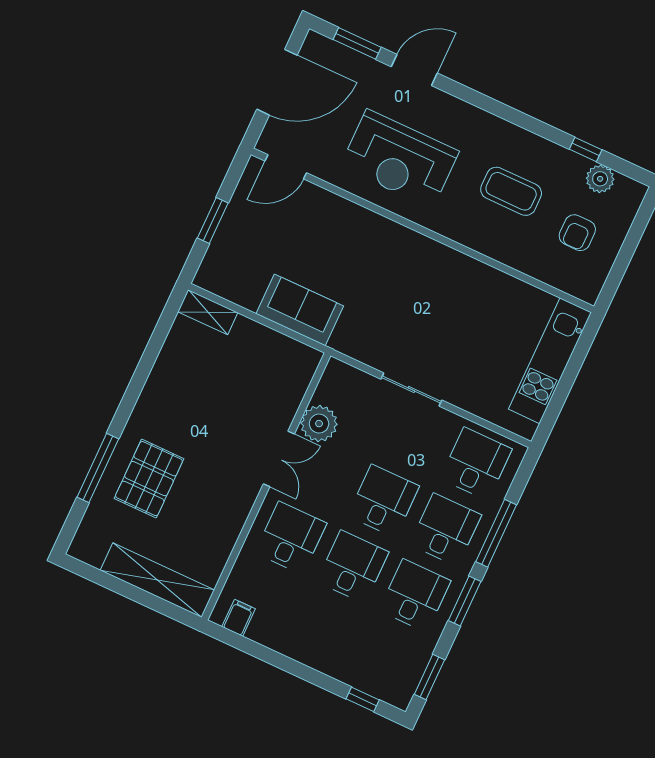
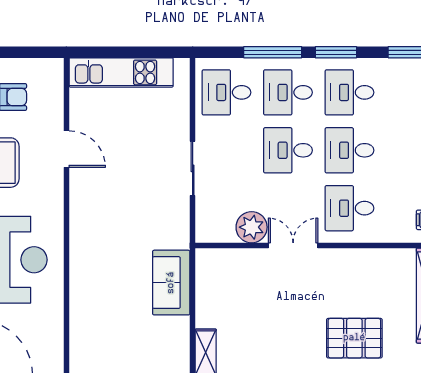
door: (286, 167) -> (66, 149), moved

